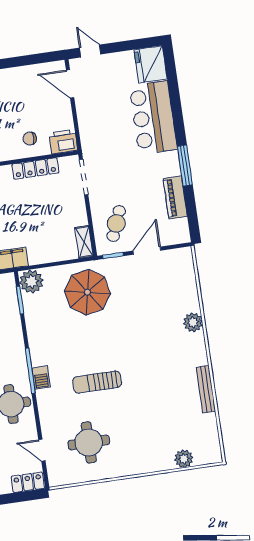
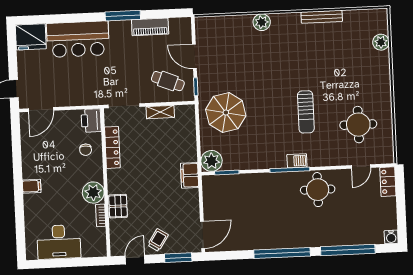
shelving: (84, 242) -> (160, 112), moved

